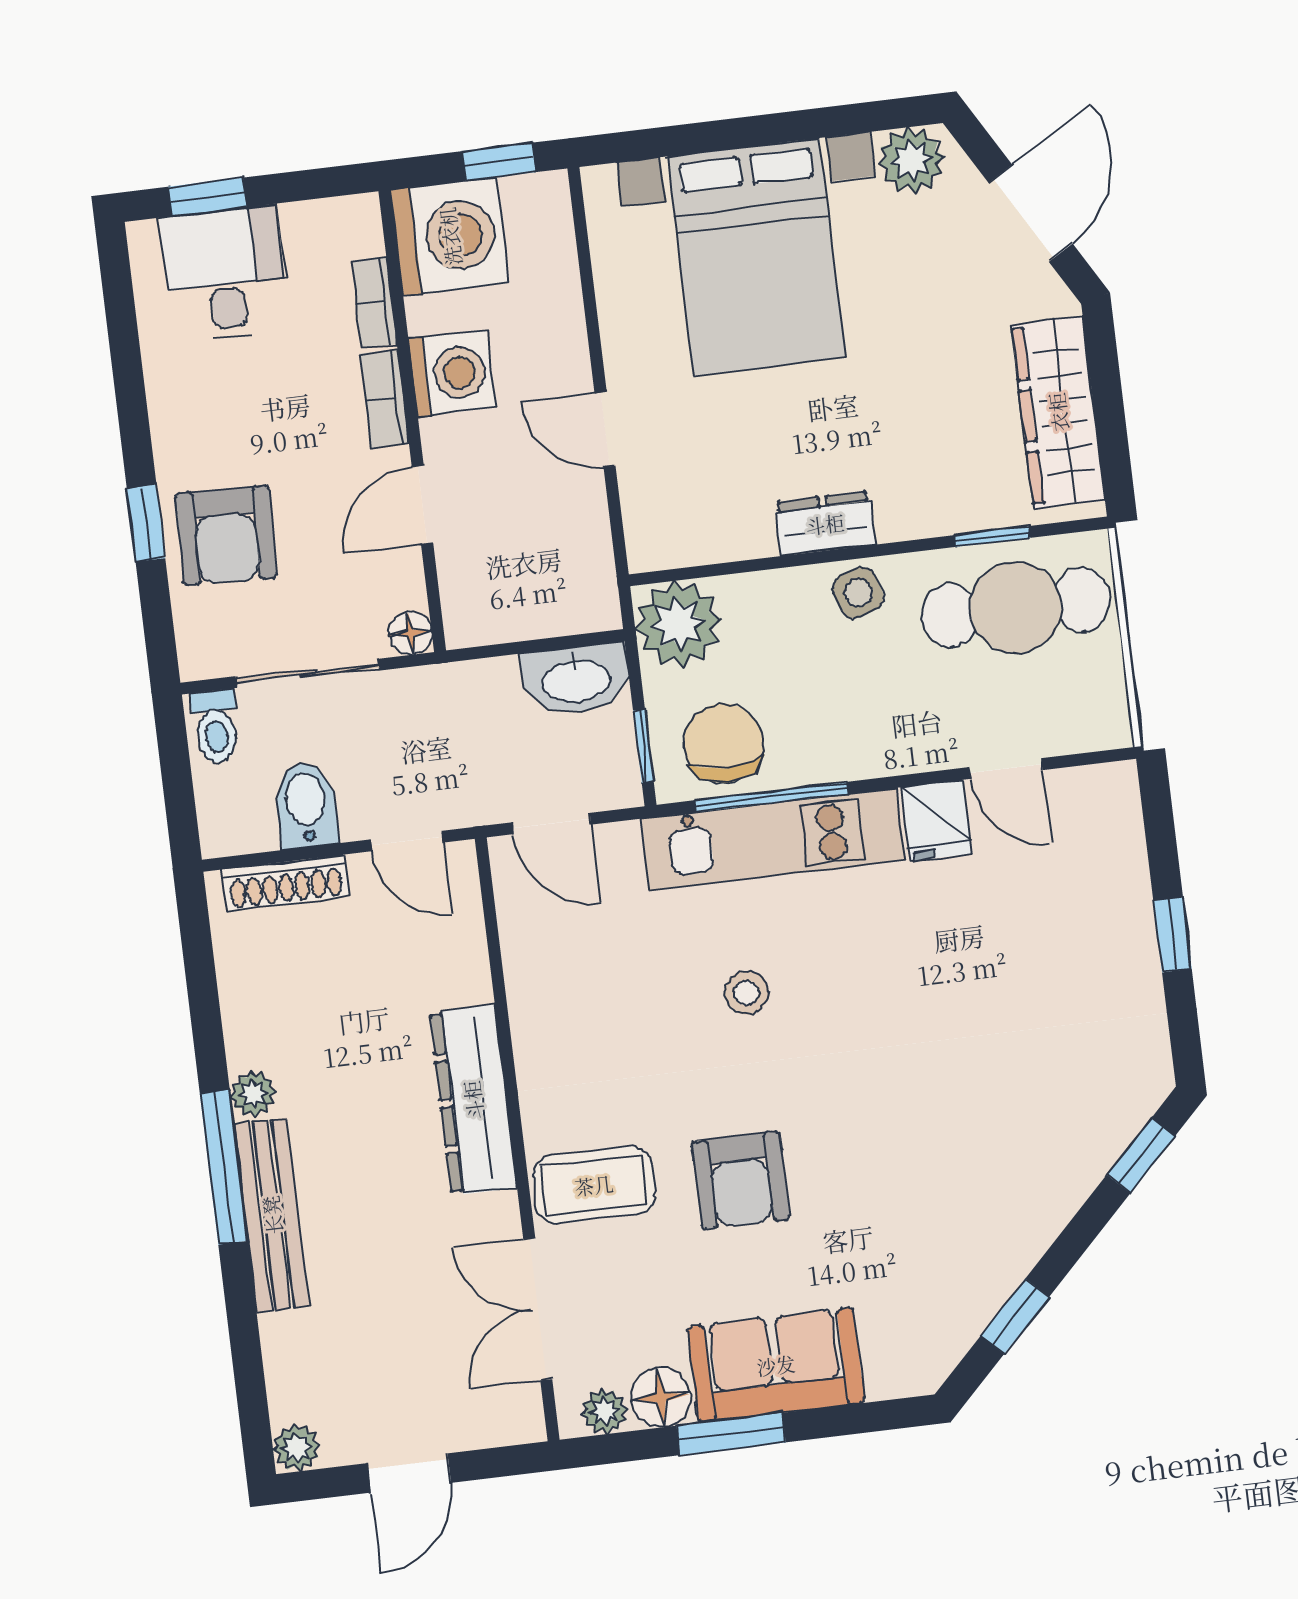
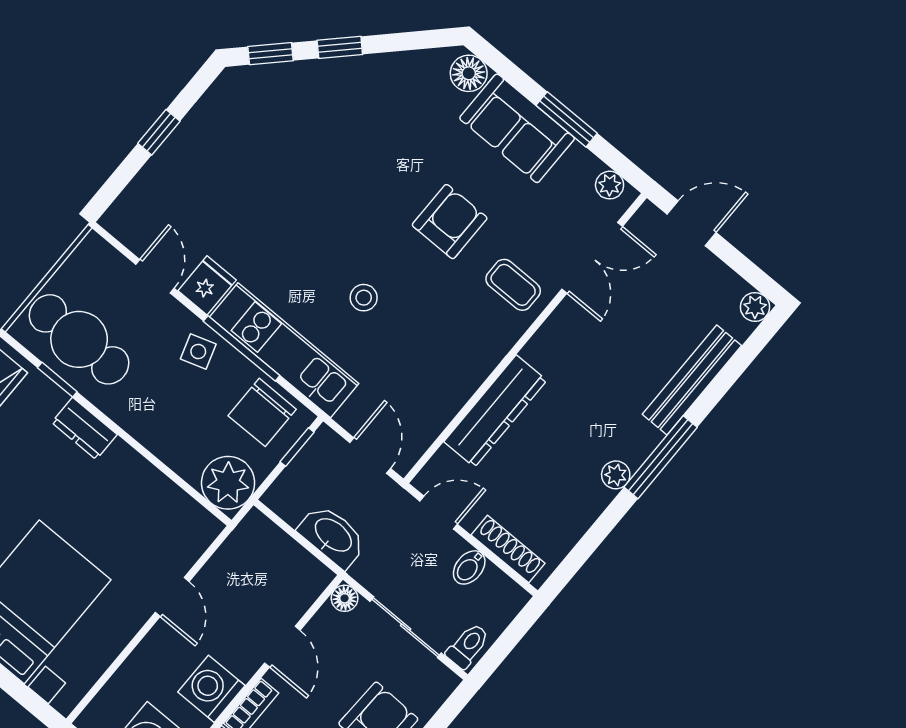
door: (422, 505) -> (282, 647), hinge flipped
dresser: (825, 524) -> (84, 428), moved
side table: (858, 593) -> (198, 352), moved
washbasin: (576, 679) -> (333, 536), moved
window: (772, 797) -> (242, 348), moved
bidet: (306, 805) -> (469, 567), width x0.72, depth x0.74
door: (407, 841) -> (439, 513), hinge flipped
dresser: (473, 1100) -> (495, 411), moved
coffee table: (594, 1185) -> (513, 285), width x0.73, depth x0.77
bench: (272, 1215) -> (692, 380), moved
window: (1015, 1316) -> (340, 47), moved
floor lamp: (661, 1397) -> (469, 73), moved
door: (409, 1473) -> (692, 223), moved

